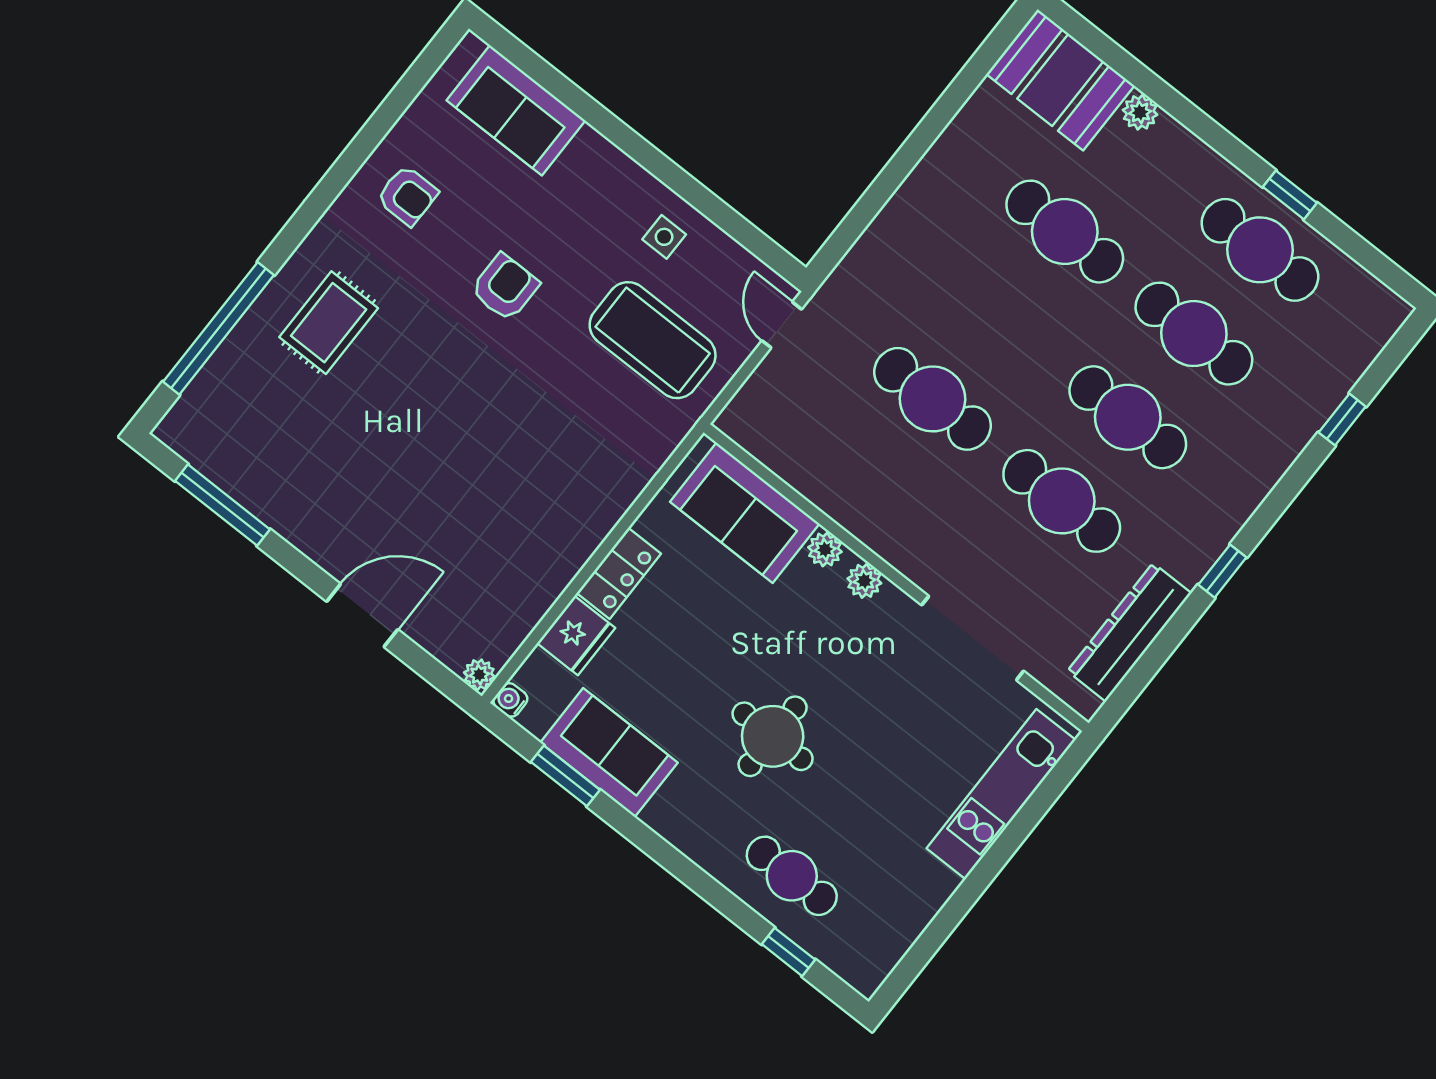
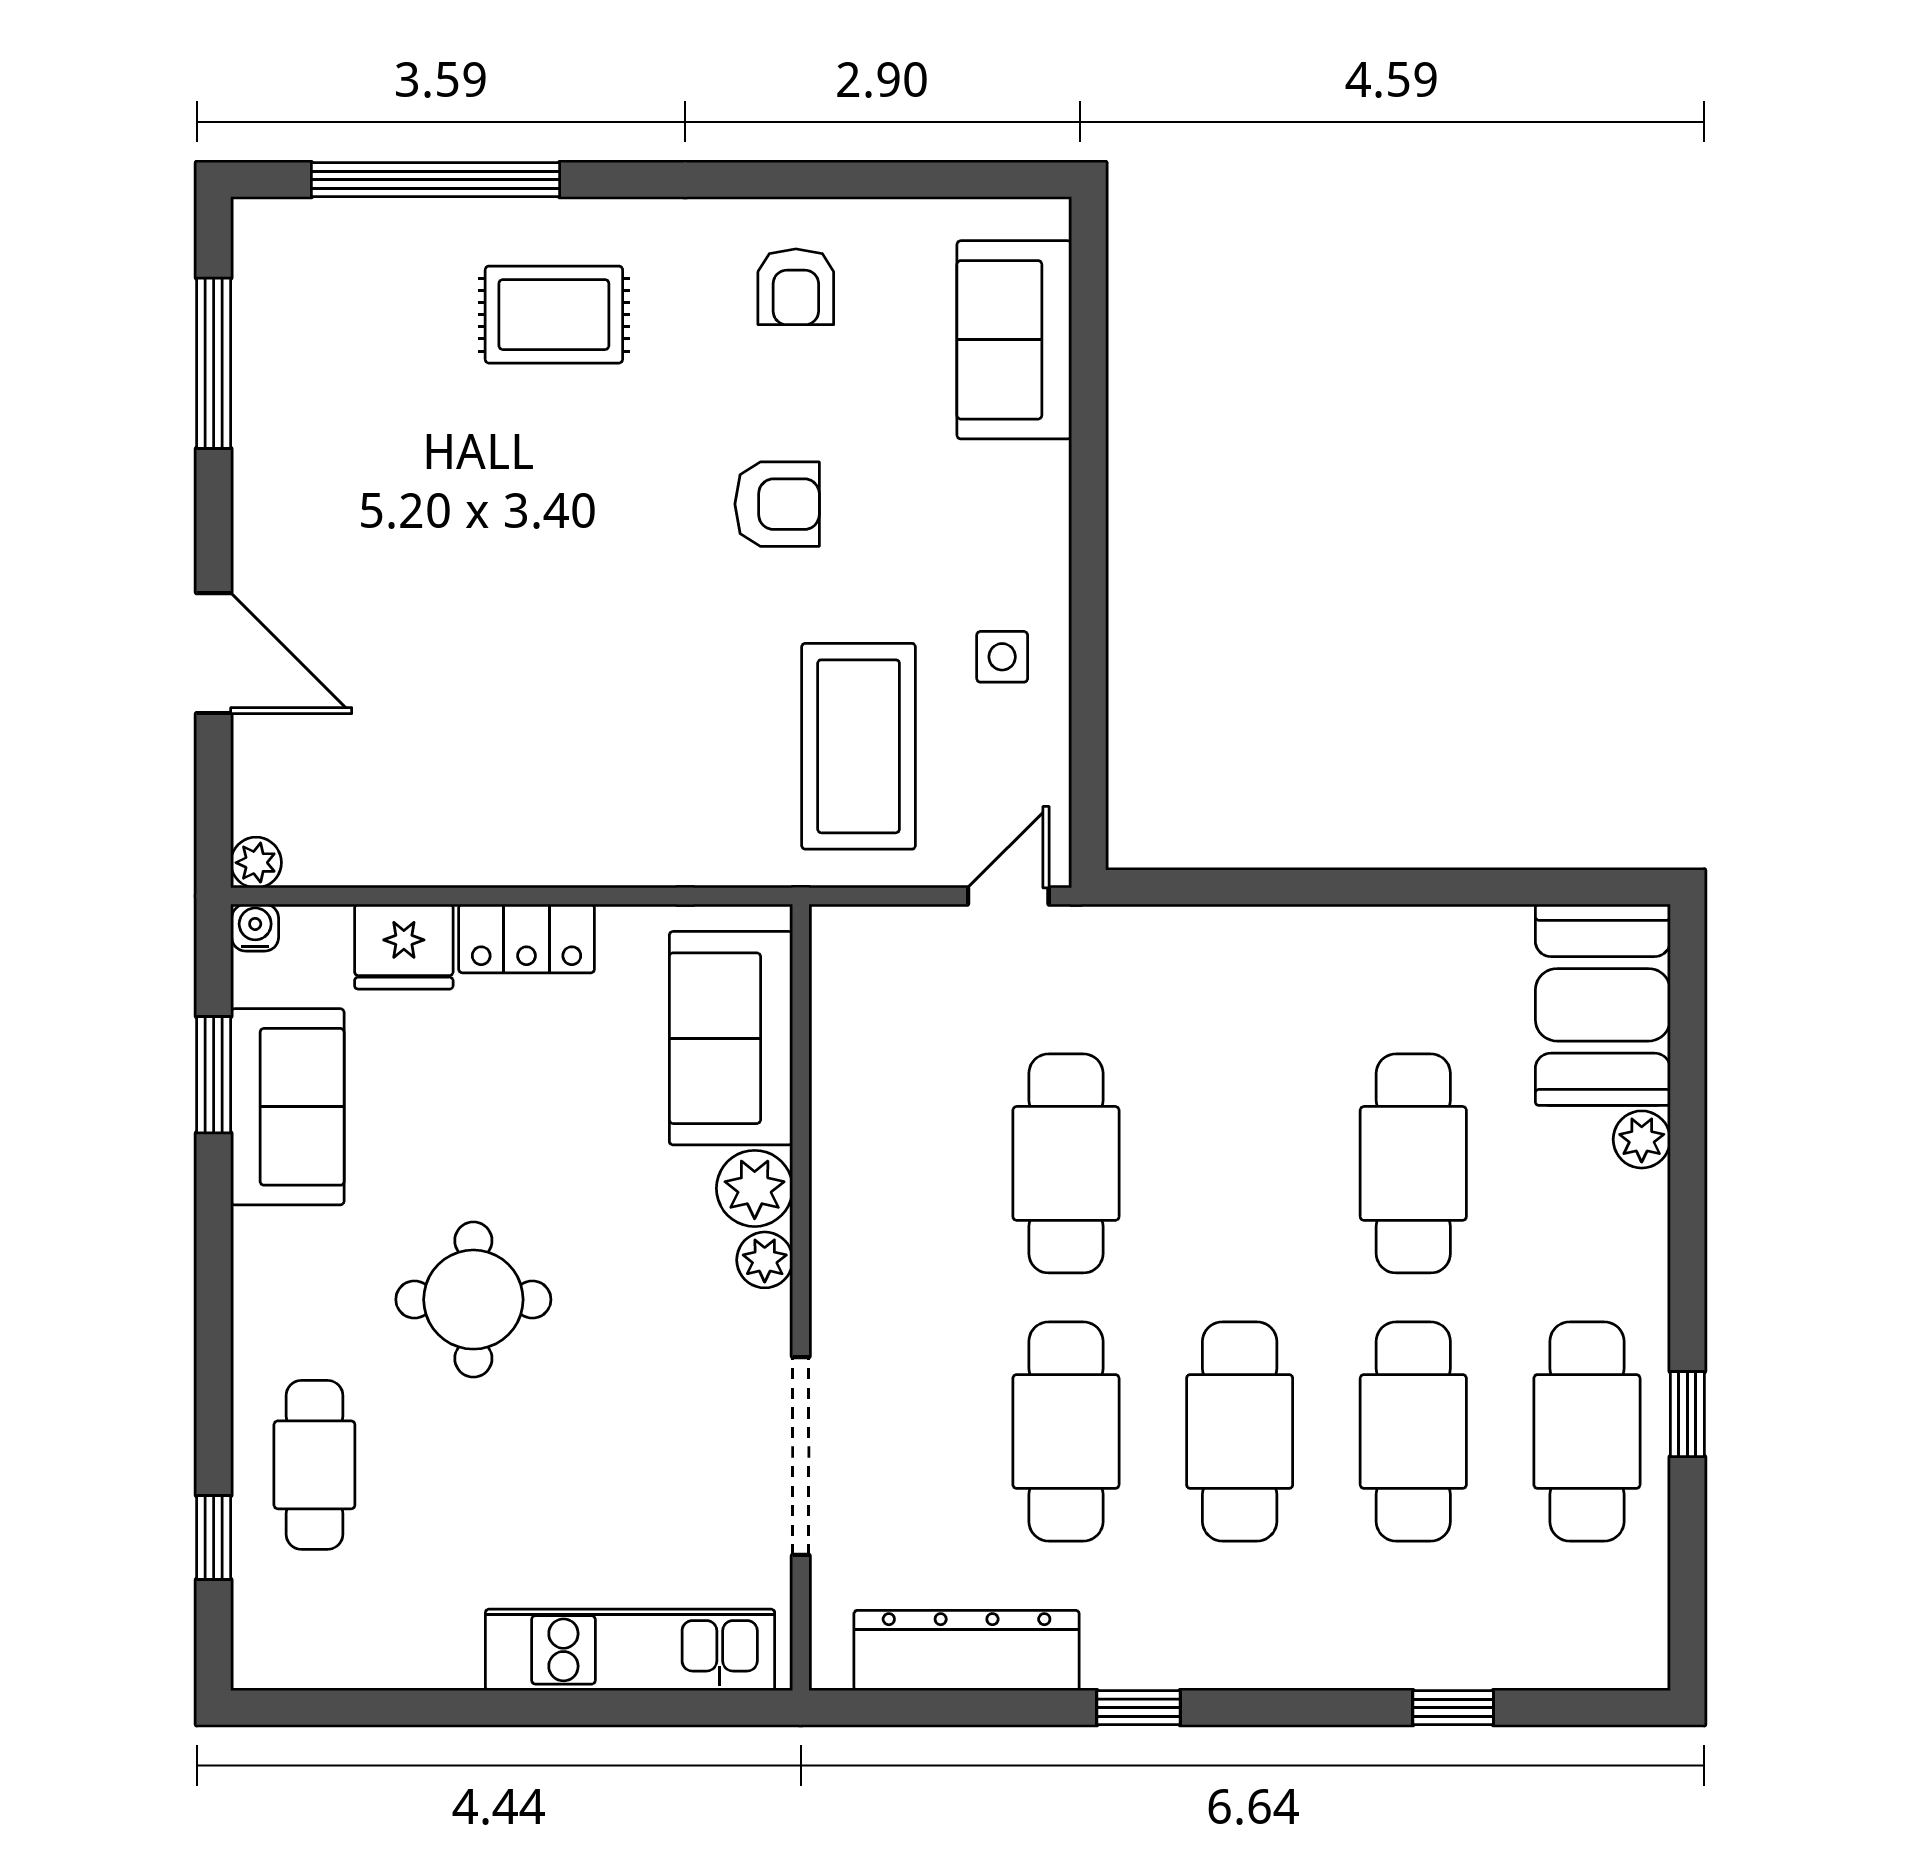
plant: (825, 550) -> (755, 1188), width x1.38, depth x1.38

